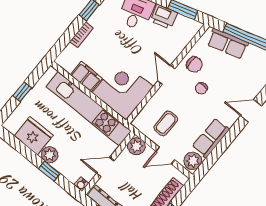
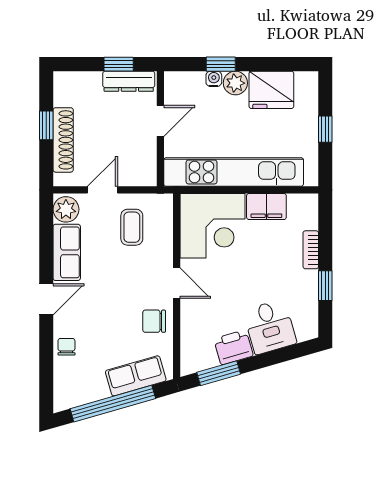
chair: (201, 88) -> (66, 347), moved
door: (251, 111) -> (46, 299), moved
plant: (136, 146) -> (144, 174), removed
water cooler: (81, 184) -> (214, 79), moved

